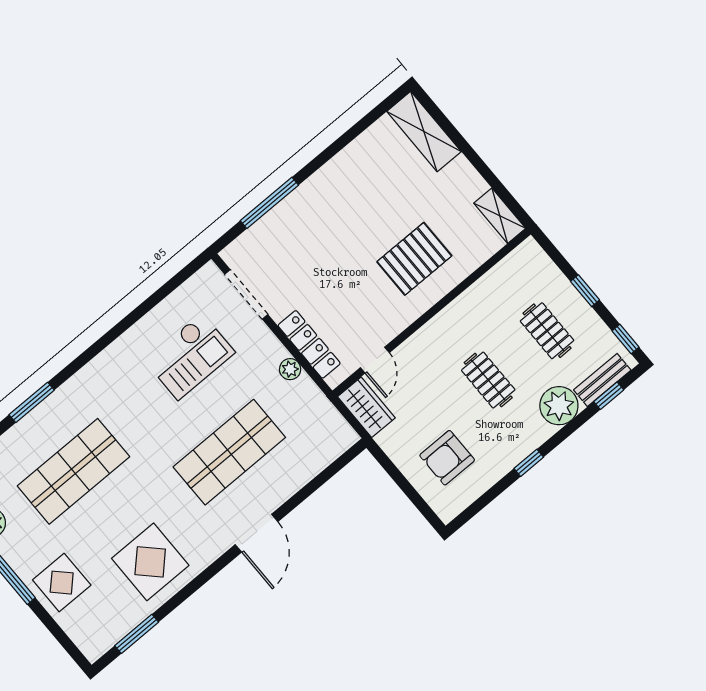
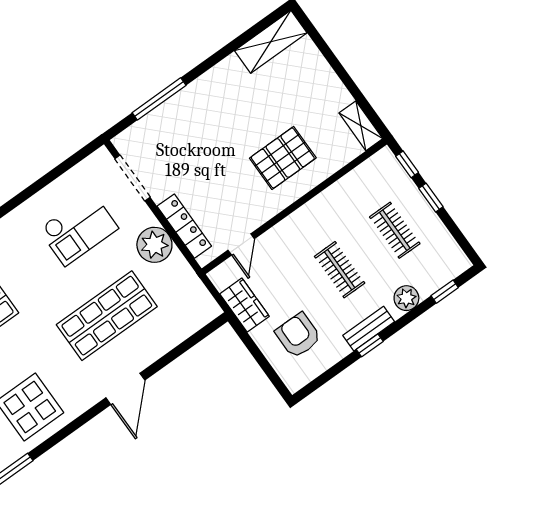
shelving: (424, 132) -> (271, 42), moved, turned 90
window: (626, 339) -> (407, 164), moved
plant: (290, 369) -> (154, 245), width x1.87, depth x1.87
bench: (602, 380) -> (369, 329), moved
plant: (559, 406) -> (406, 298), width x0.73, depth x0.73
wardrobe: (366, 407) -> (245, 305), moved
armchair: (447, 458) -> (298, 335), turned 90

